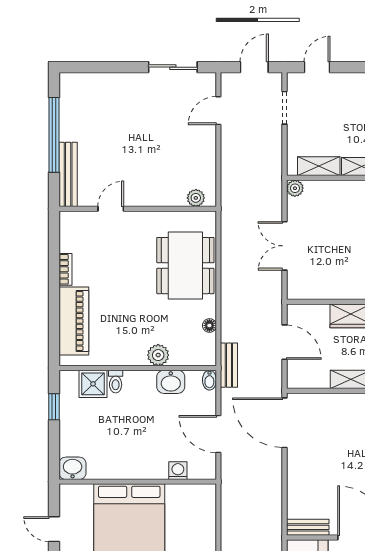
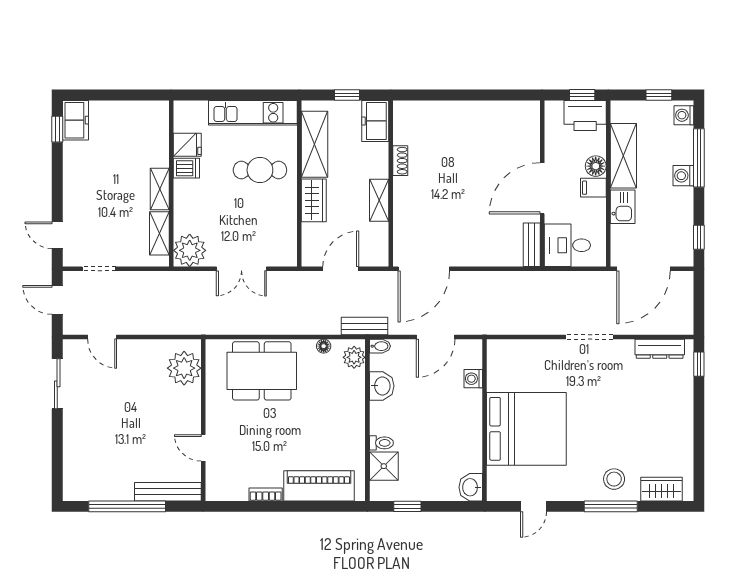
plant: (295, 188) -> (190, 250), width x1.88, depth x1.88
plant: (196, 198) -> (184, 368), width x1.88, depth x1.88
plant: (158, 355) -> (354, 357), moved

